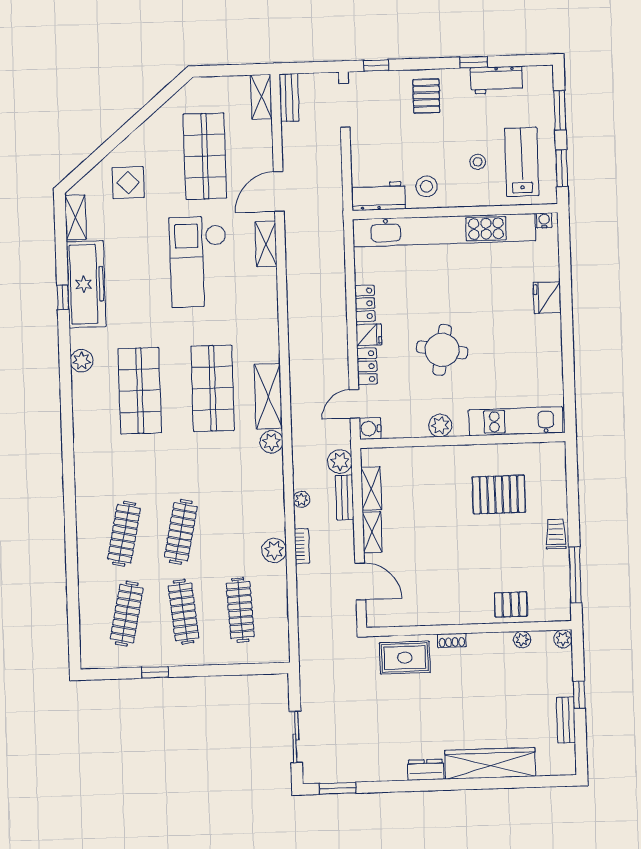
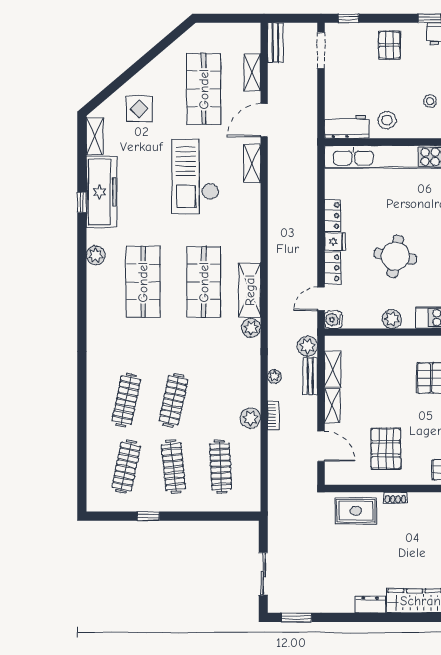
shelving: (261, 97) -> (252, 72), moved
pallet: (438, 582) -> (386, 449), added

